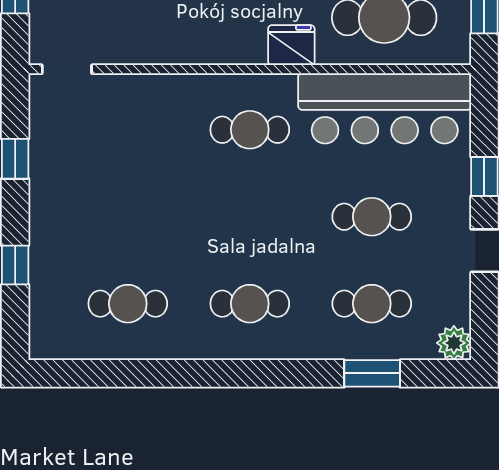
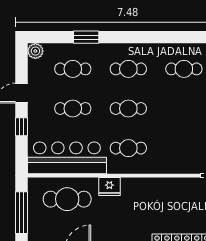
cafe table: (250, 217) -> (128, 109), added
window: (372, 373) -> (86, 37), moved

